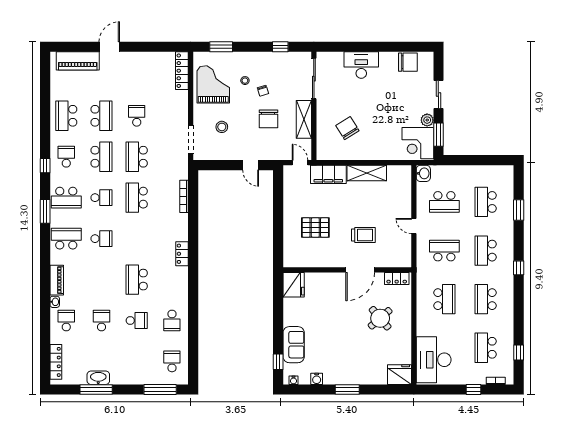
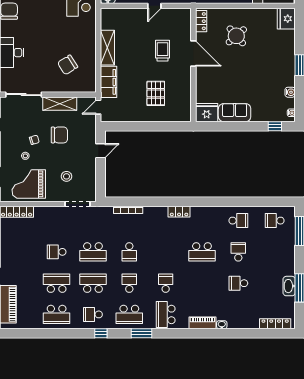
school desk: (66, 198) -> (129, 314), turned 90
school desk: (137, 198) -> (129, 252), width x0.54
school desk: (66, 320) -> (238, 314), removed
sofa: (294, 345) -> (235, 113), moved

